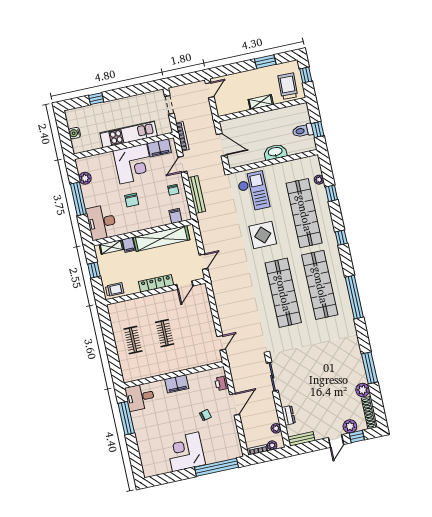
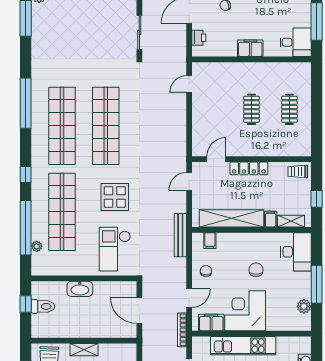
window: (332, 193) -> (26, 228), width x3.17
bench: (197, 195) -> (180, 235), moved

